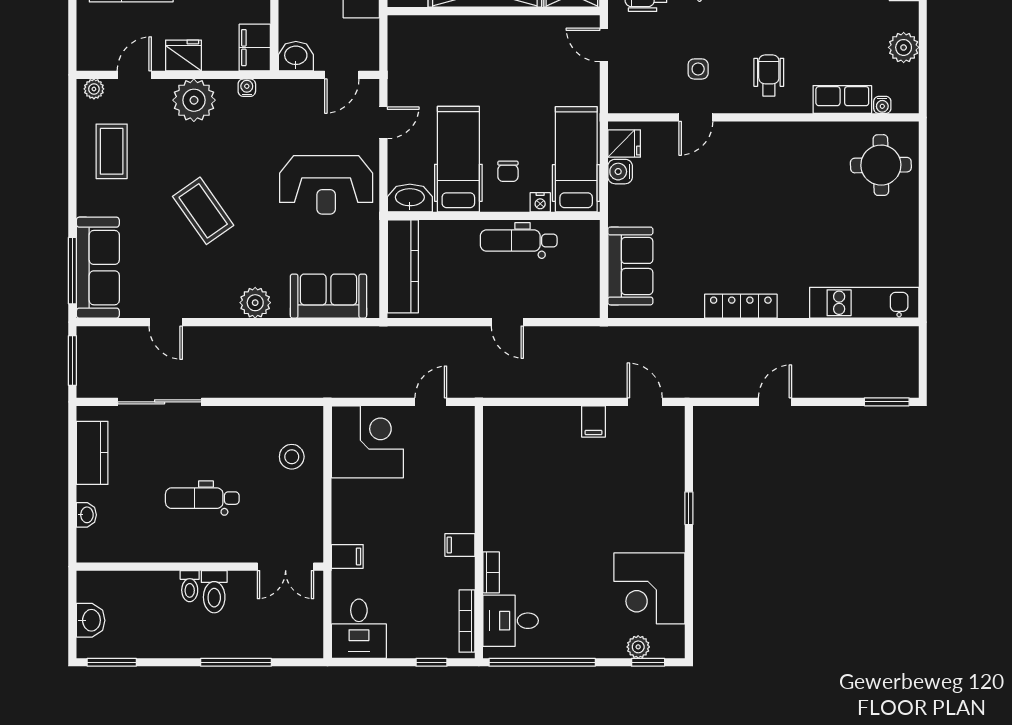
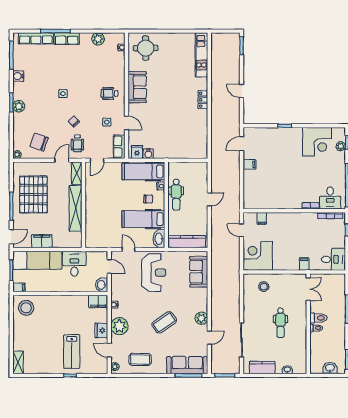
row of seats: (842, 99) -> (119, 147), moved
sofa: (630, 266) -> (137, 87), moved, turned 90
plant: (255, 303) -> (201, 318), moved
locker: (741, 306) -> (203, 100), width x0.66
filing cabinet: (460, 545) -> (262, 218), moved

